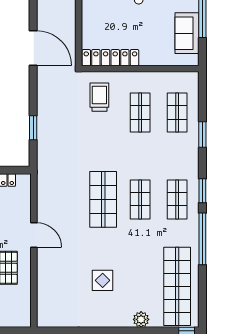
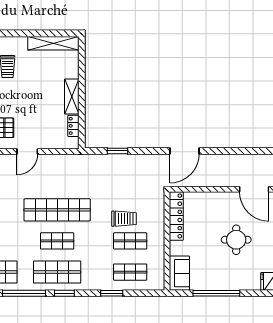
sofa: (187, 33) -> (179, 273), moved, turned 90
trolley: (99, 97) -> (124, 219), moved
shop shelf: (103, 199) -> (57, 210), width x1.40
shop shelf: (177, 199) -> (57, 272), width x1.43, depth x1.36

